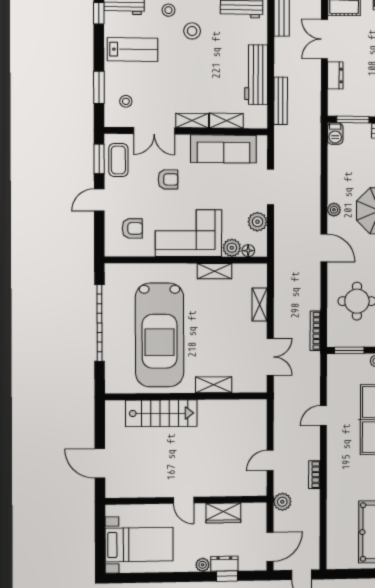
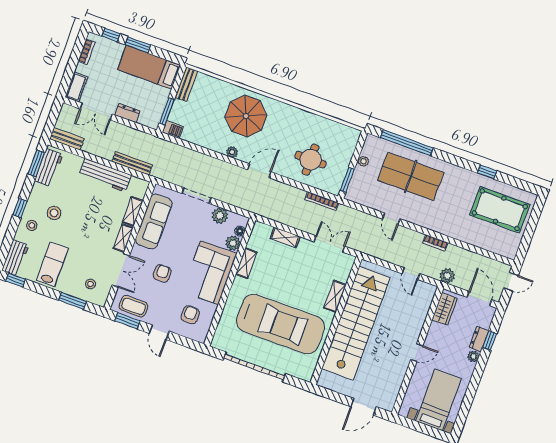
stairs: (161, 413) -> (356, 323), width x1.86, depth x1.51
wardrobe: (223, 513) -> (445, 309), moved

